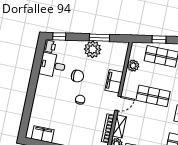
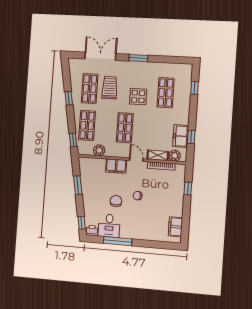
window: (159, 40) -> (73, 140), moved
plant: (93, 49) -> (89, 190), removed
window: (35, 72) -> (118, 241), added

